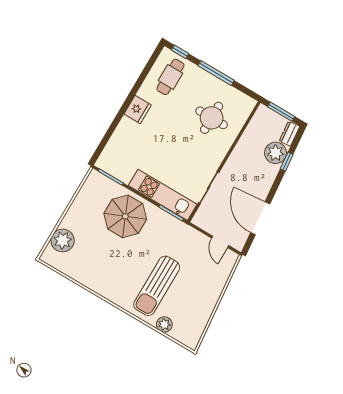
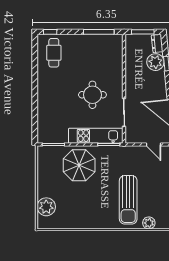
window: (216, 73) -> (99, 32), moved
fridge: (138, 109) -> (45, 88), removed
round table: (212, 118) -> (92, 95), moved

